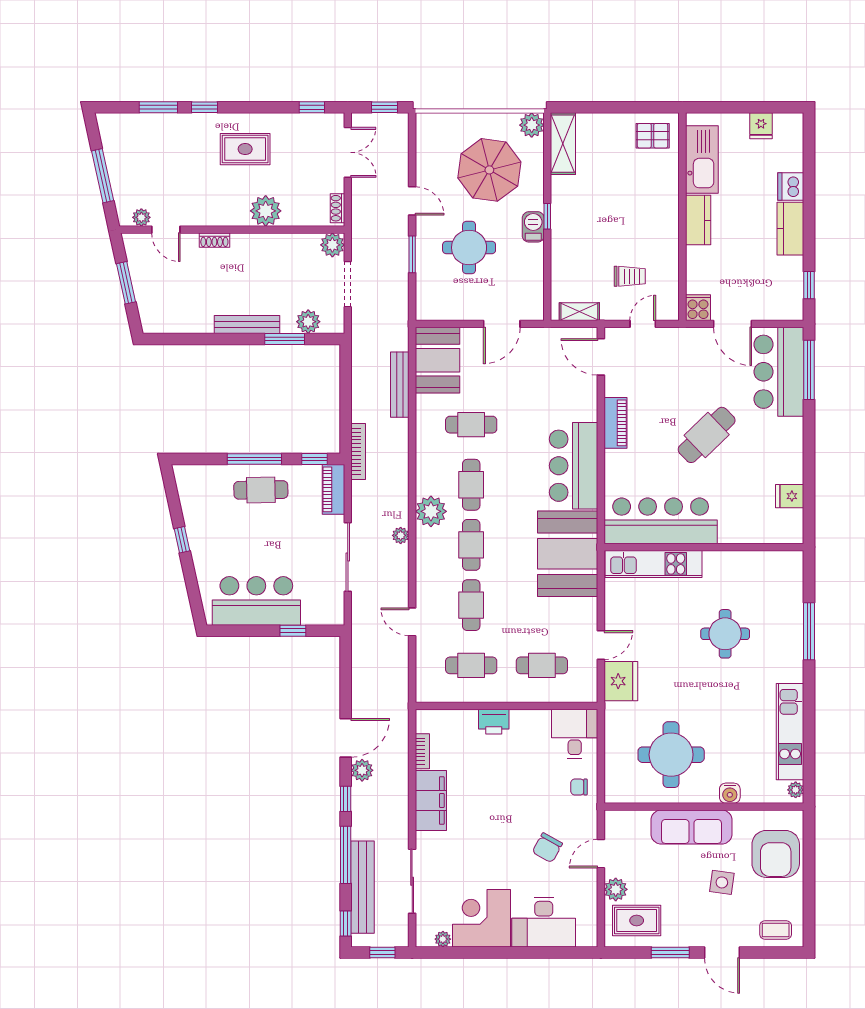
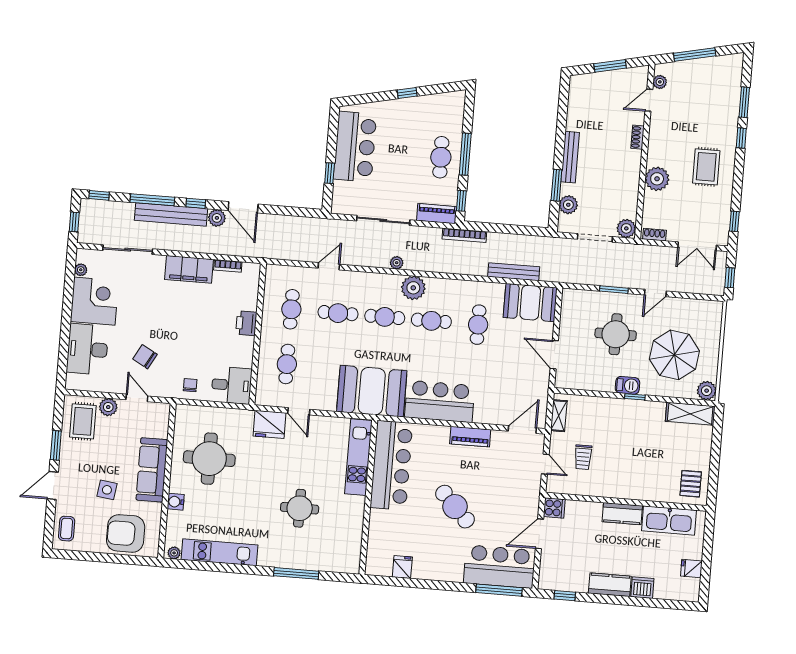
bench: (363, 887) -> (171, 214), moved

